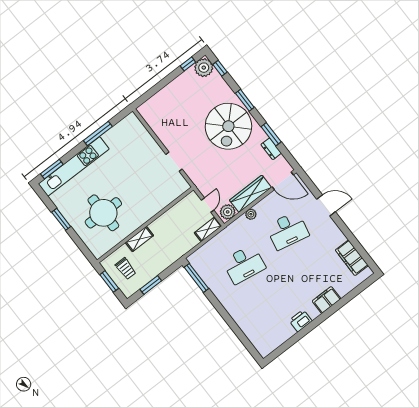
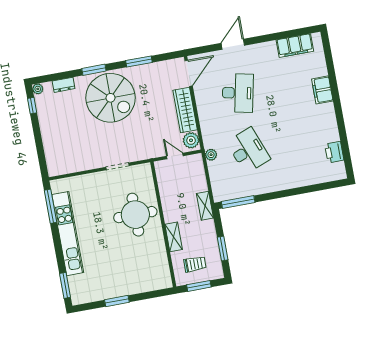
plant: (204, 68) -> (38, 89), width x0.53, depth x0.53
window: (220, 68) -> (52, 78), removed
window: (98, 134) -> (51, 206), moved
dresser: (271, 149) -> (64, 85), moved
kitchen unit: (74, 167) -> (68, 234), moved
round table: (103, 213) -> (135, 215), moved
plant: (251, 214) -> (211, 155), moved
shelving: (208, 229) -> (205, 206), moved
desk: (244, 264) -> (248, 151), turned -30
printer: (301, 321) -> (334, 152), moved

